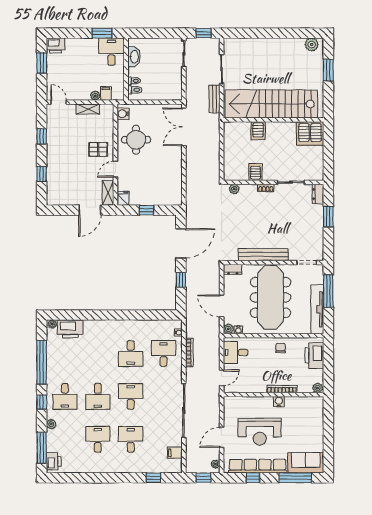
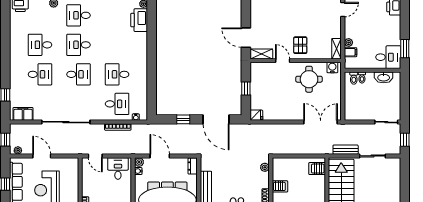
shelving: (88, 109) -> (337, 49), moved
server rack: (258, 131) -> (317, 169), moved
fridge: (123, 198) -> (256, 115), moved
door: (222, 306) -> (160, 156), hinge flipped
desk: (98, 439) -> (40, 45), turned 180
filing cabinet: (175, 453) -> (23, 114), width x2.00

